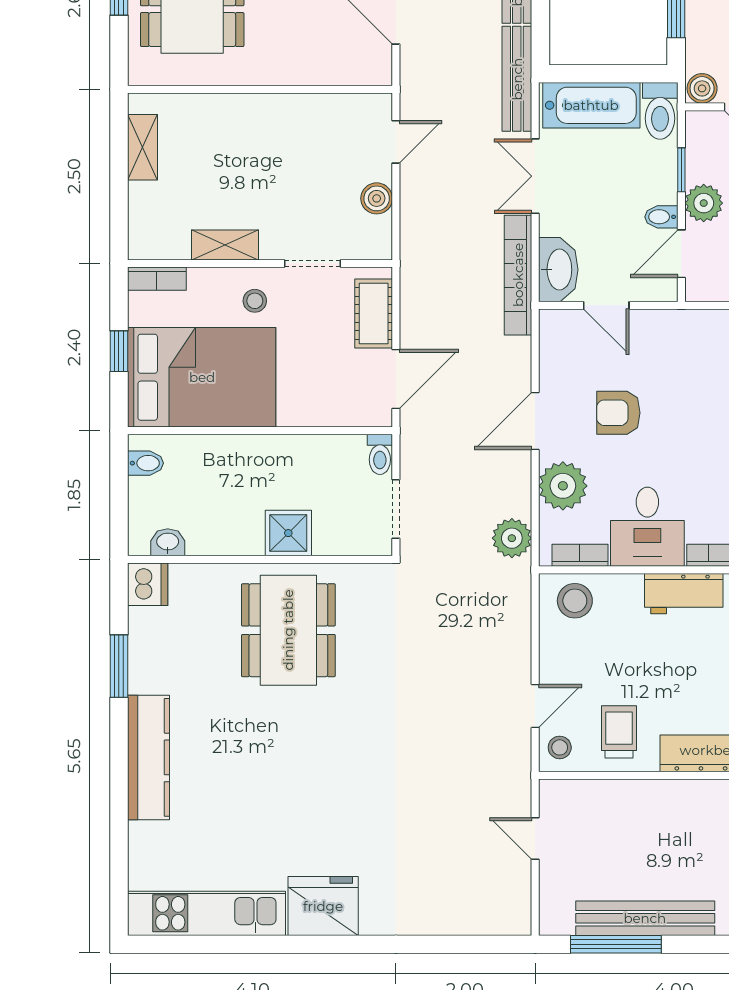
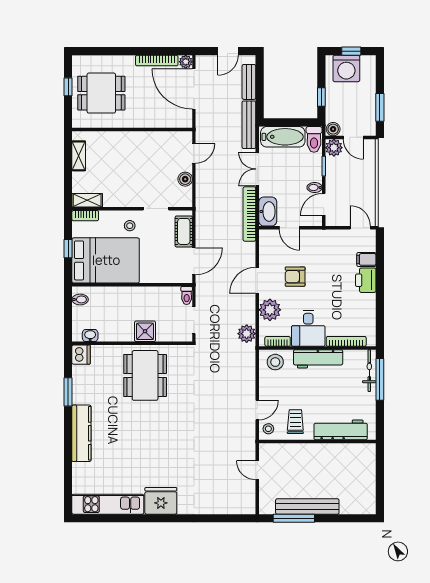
plant: (704, 203) -> (334, 148), moved
shelving: (225, 245) -> (87, 200), moved
workbench: (684, 594) -> (318, 359), width x1.38

